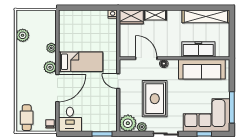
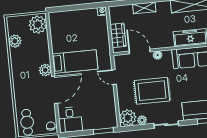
wardrobe: (131, 17) -> (118, 35), moved, turned -90
plant: (51, 48) -> (38, 25), moved, width x1.87, depth x1.87
rug: (155, 99) -> (152, 91), turned 90

